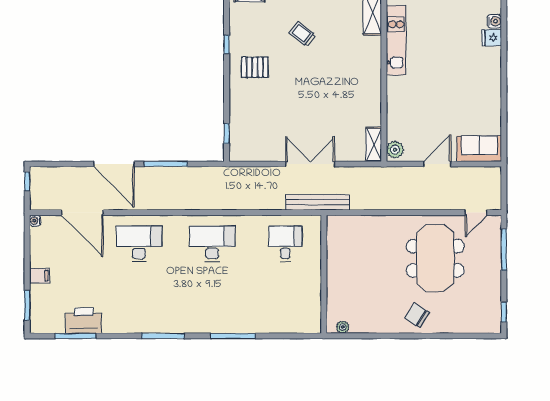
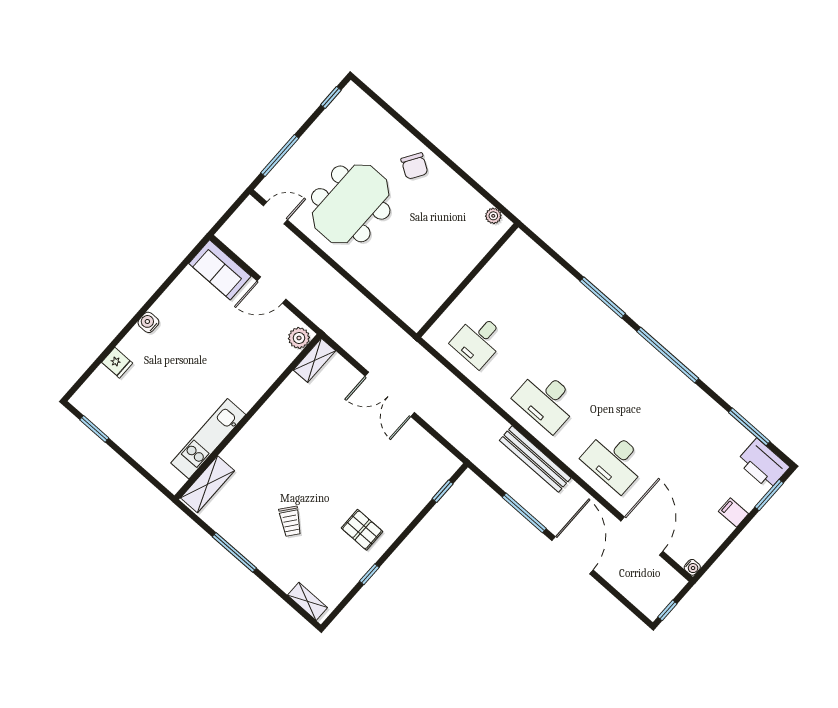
water cooler: (494, 21) -> (148, 322), moved
bench: (318, 202) -> (535, 459), moved
printer: (84, 321) -> (763, 464), moved
window: (163, 336) -> (668, 355), width x1.46

